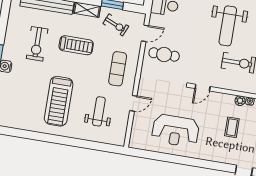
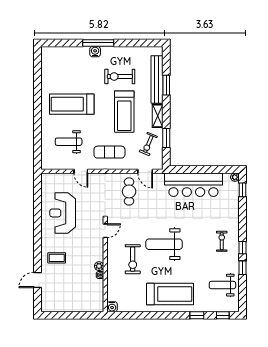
treadmill: (76, 45) -> (124, 112), width x1.37, depth x1.38
door: (203, 88) -> (105, 231), swing flipped
weight bench: (99, 111) -> (69, 142), turned 180
coffee table: (232, 127) -> (57, 258), moved

